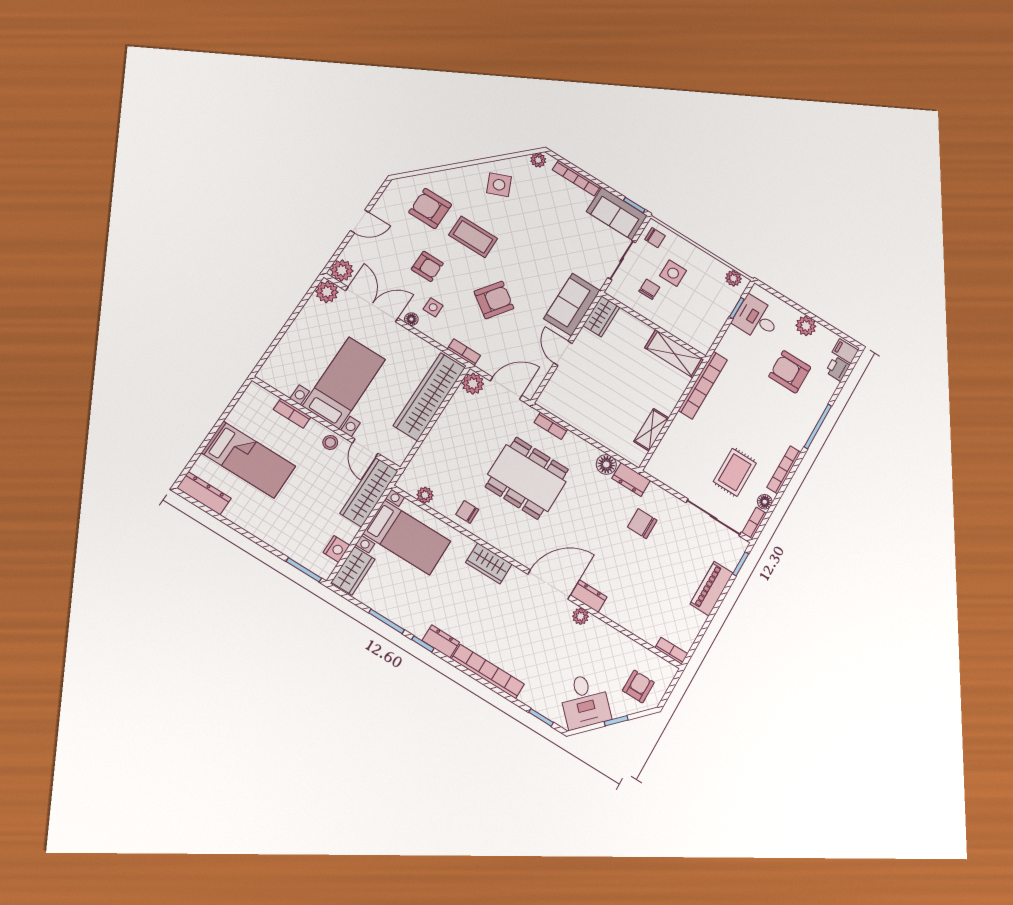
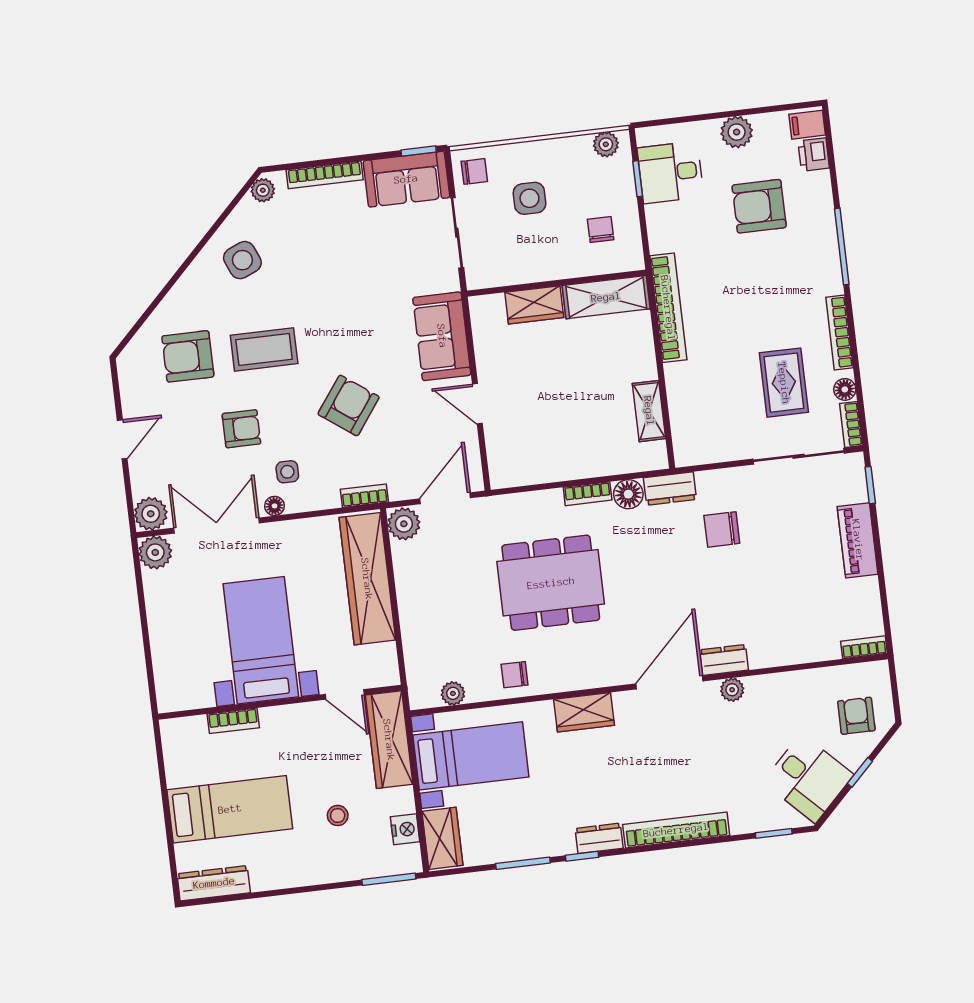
chair: (649, 289) -> (601, 230), moved
wardrobe: (601, 316) -> (534, 305), moved, turned 90
bookcase: (551, 426) -> (588, 494), moved
stool: (330, 442) -> (338, 815), moved

